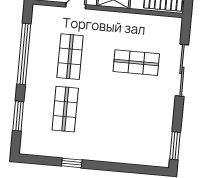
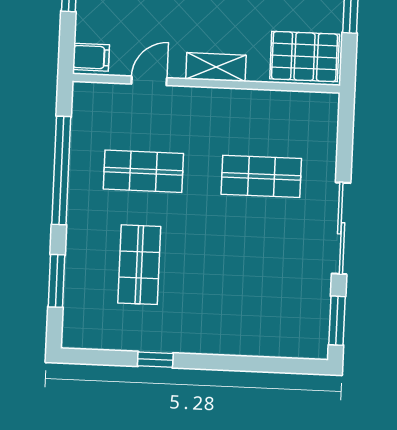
shop shelf: (70, 57) -> (143, 171), turned 90
sliding door: (182, 70) -> (341, 228), moved

